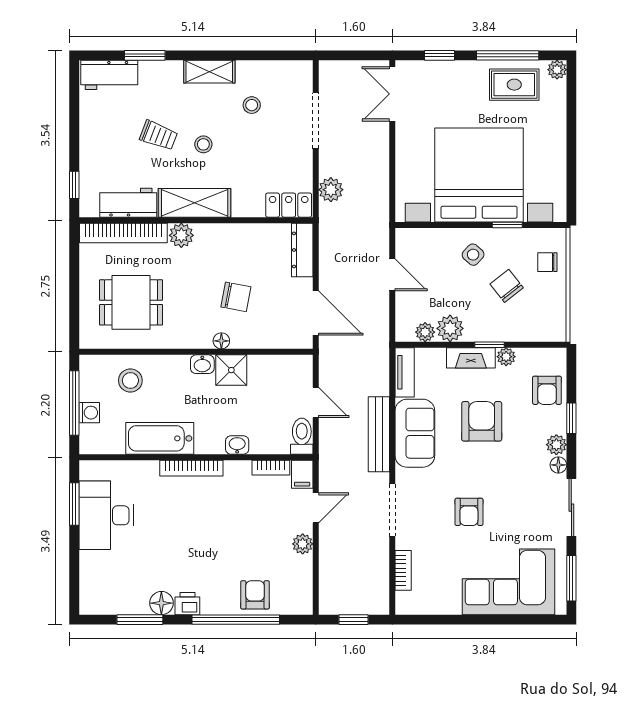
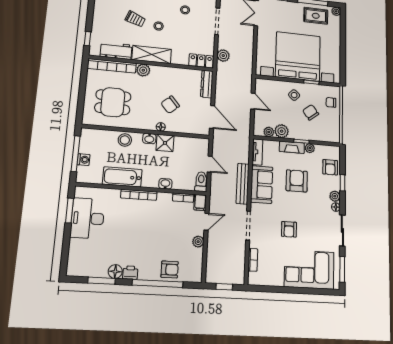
chair: (236, 297) -> (170, 105), turned 128
stool: (130, 380) -> (125, 140), moved
armchair: (255, 595) -> (170, 269), turned 90

